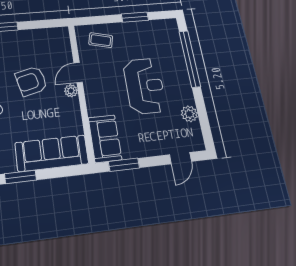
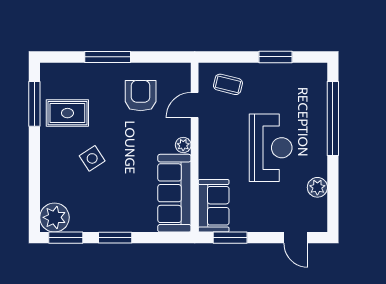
door: (78, 73) -> (195, 105), moved
armchair: (31, 81) -> (141, 96), moved, turned 104
sofa: (52, 153) -> (174, 193), moved, turned -90
door: (180, 158) -> (296, 238), hinge flipped

